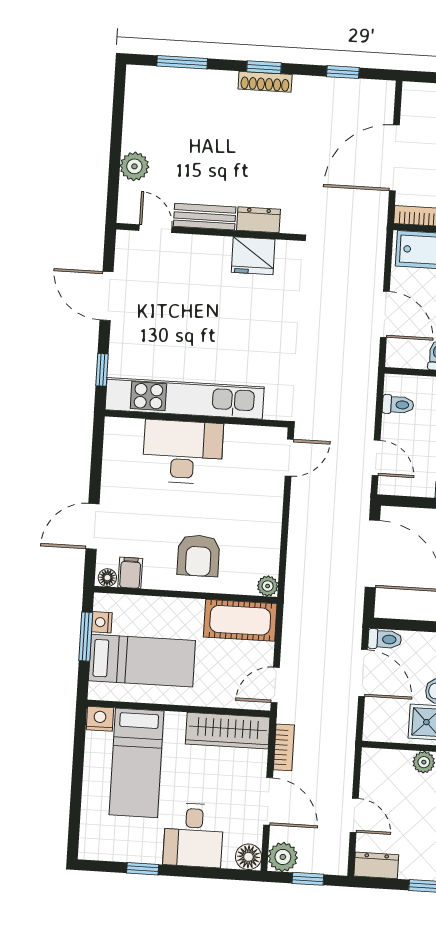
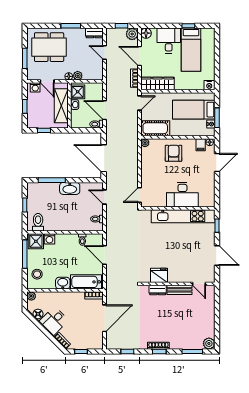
plant: (134, 166) -> (209, 343), moved
bed: (137, 763) -> (191, 50), moved, turned 180

